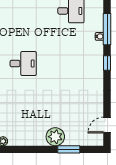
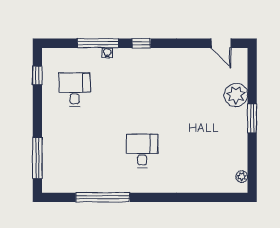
plant: (55, 137) -> (236, 95), moved
window: (69, 149) -> (252, 118), moved

